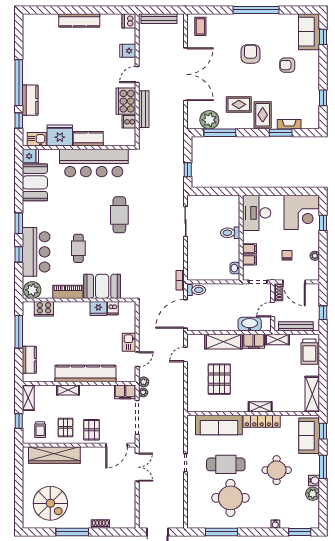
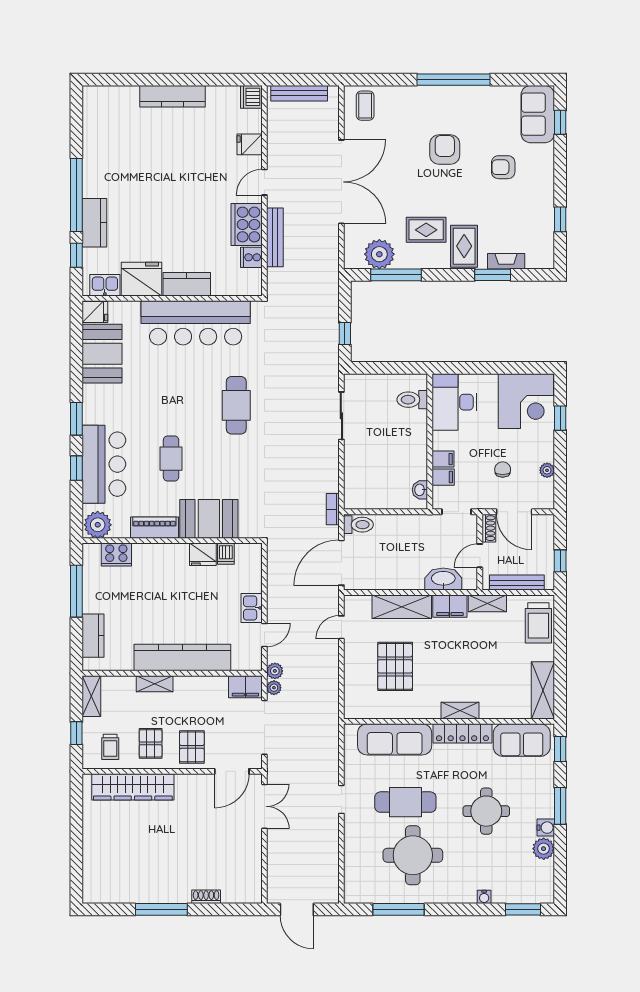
toilet: (230, 233) -> (412, 400), moved
sofa: (309, 436) -> (522, 740), moved, turned -90
spiral stairs: (50, 503) -> (127, 864), removed

